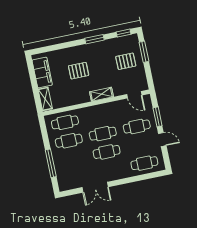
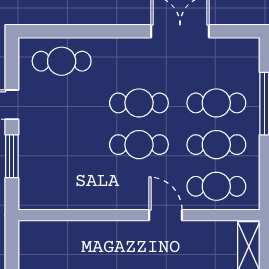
shelving: (101, 94) -> (124, 231), removed
door: (134, 95) -> (165, 215), moved
cafe table: (137, 127) -> (216, 103), moved

